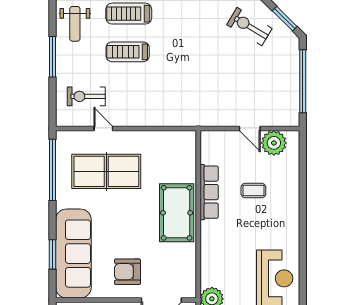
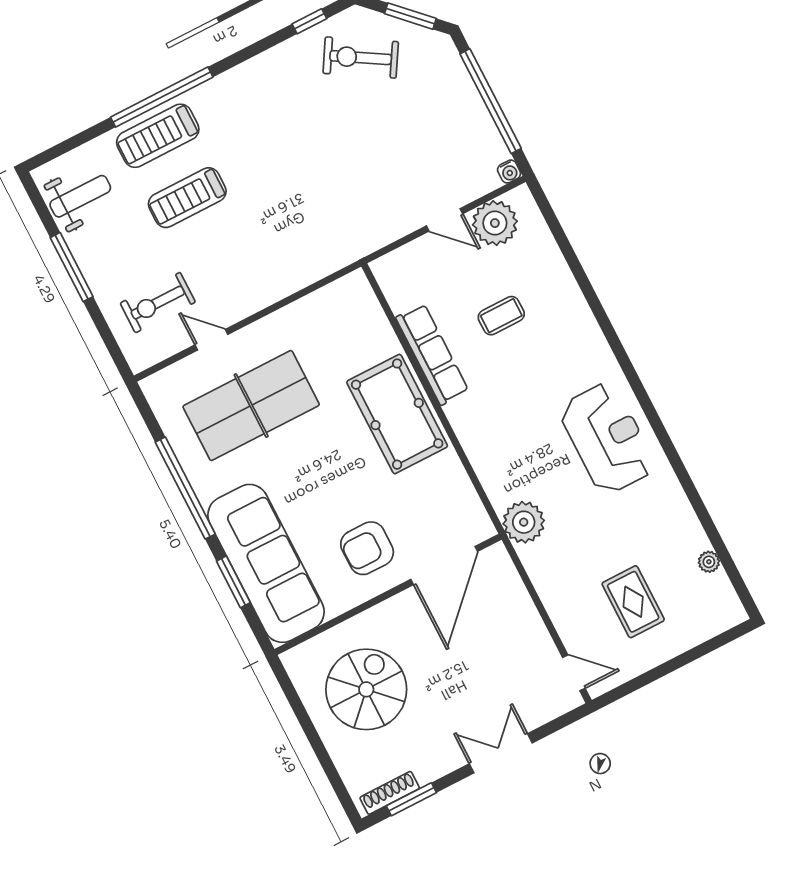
weight bench: (75, 24) -> (80, 196), turned -90
water cooler: (294, 121) -> (509, 172), added
window: (53, 170) -> (185, 488), moved

